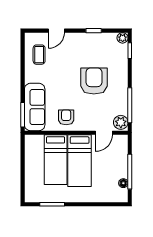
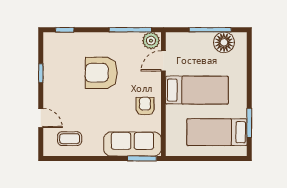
plant: (123, 38) -> (50, 38), removed
armchair: (66, 117) -> (145, 106), turned 90
door: (104, 133) -> (163, 61), swing flipped
bed: (56, 160) -> (217, 132), moved, turned 180
floor lamp: (123, 183) -> (224, 42), width x1.89, depth x1.89

